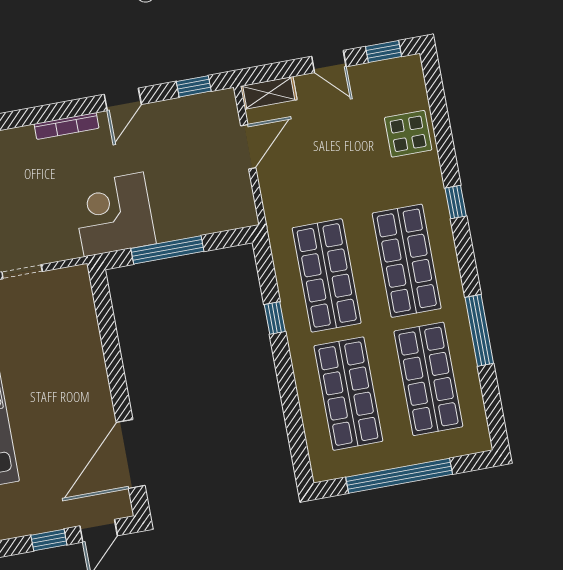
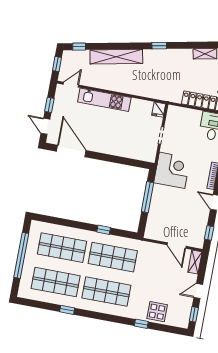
window: (456, 202) -> (141, 324), moved
corner desk: (114, 214) -> (172, 170), moved
window: (479, 330) -> (67, 310), width x0.46

